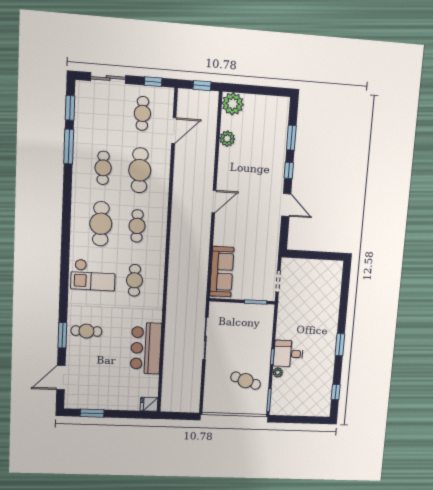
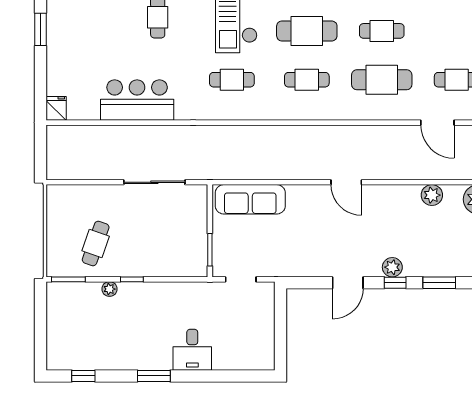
plant: (278, 172) -> (392, 267), added
desk: (288, 354) -> (192, 350), moved, turned 180

